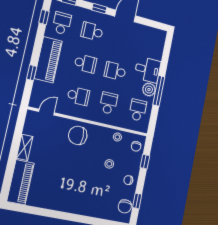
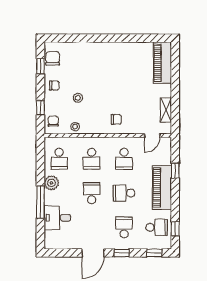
school desk: (62, 23) -> (156, 227), turned -90
school desk: (92, 32) -> (124, 227), turned -90
desk: (148, 70) -> (57, 218), moved
school desk: (115, 71) -> (92, 193), turned -90
window: (159, 91) -> (40, 202), moved
school desk: (78, 96) -> (124, 159), turned -90
chair: (78, 135) -> (116, 119), width x0.54, depth x0.54
shelving: (25, 147) -> (166, 110), moved

